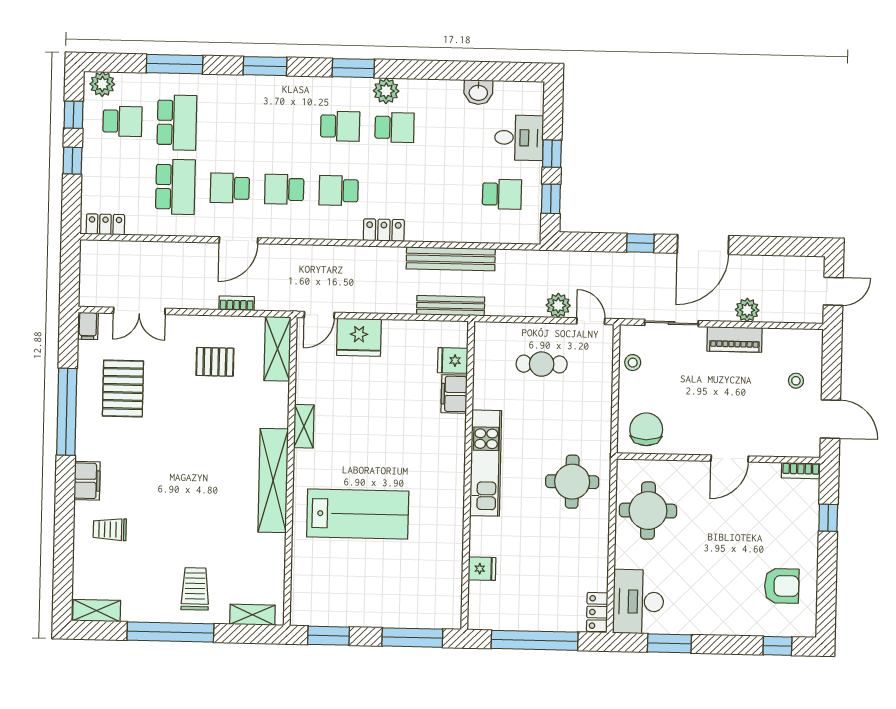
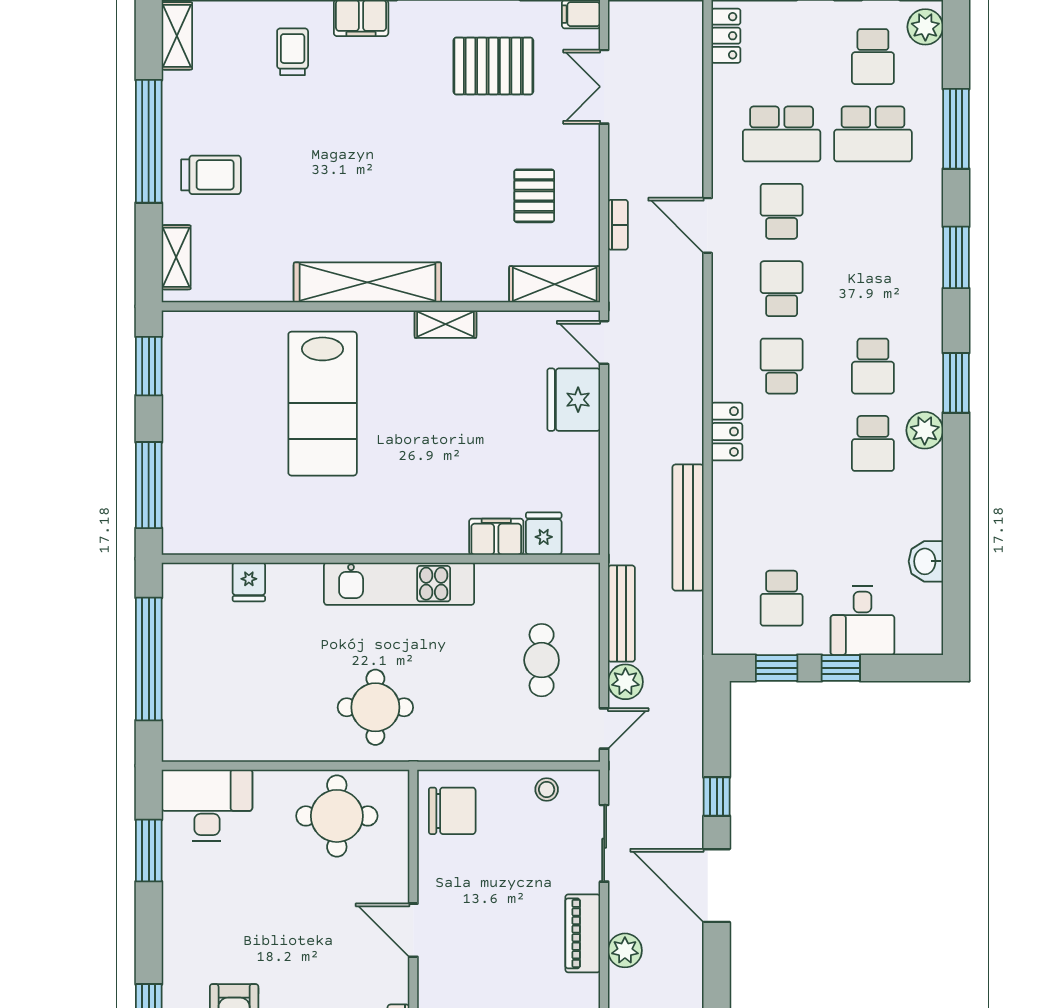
bench: (451, 306) -> (621, 614), moved
locker: (597, 612) -> (191, 747), removed

